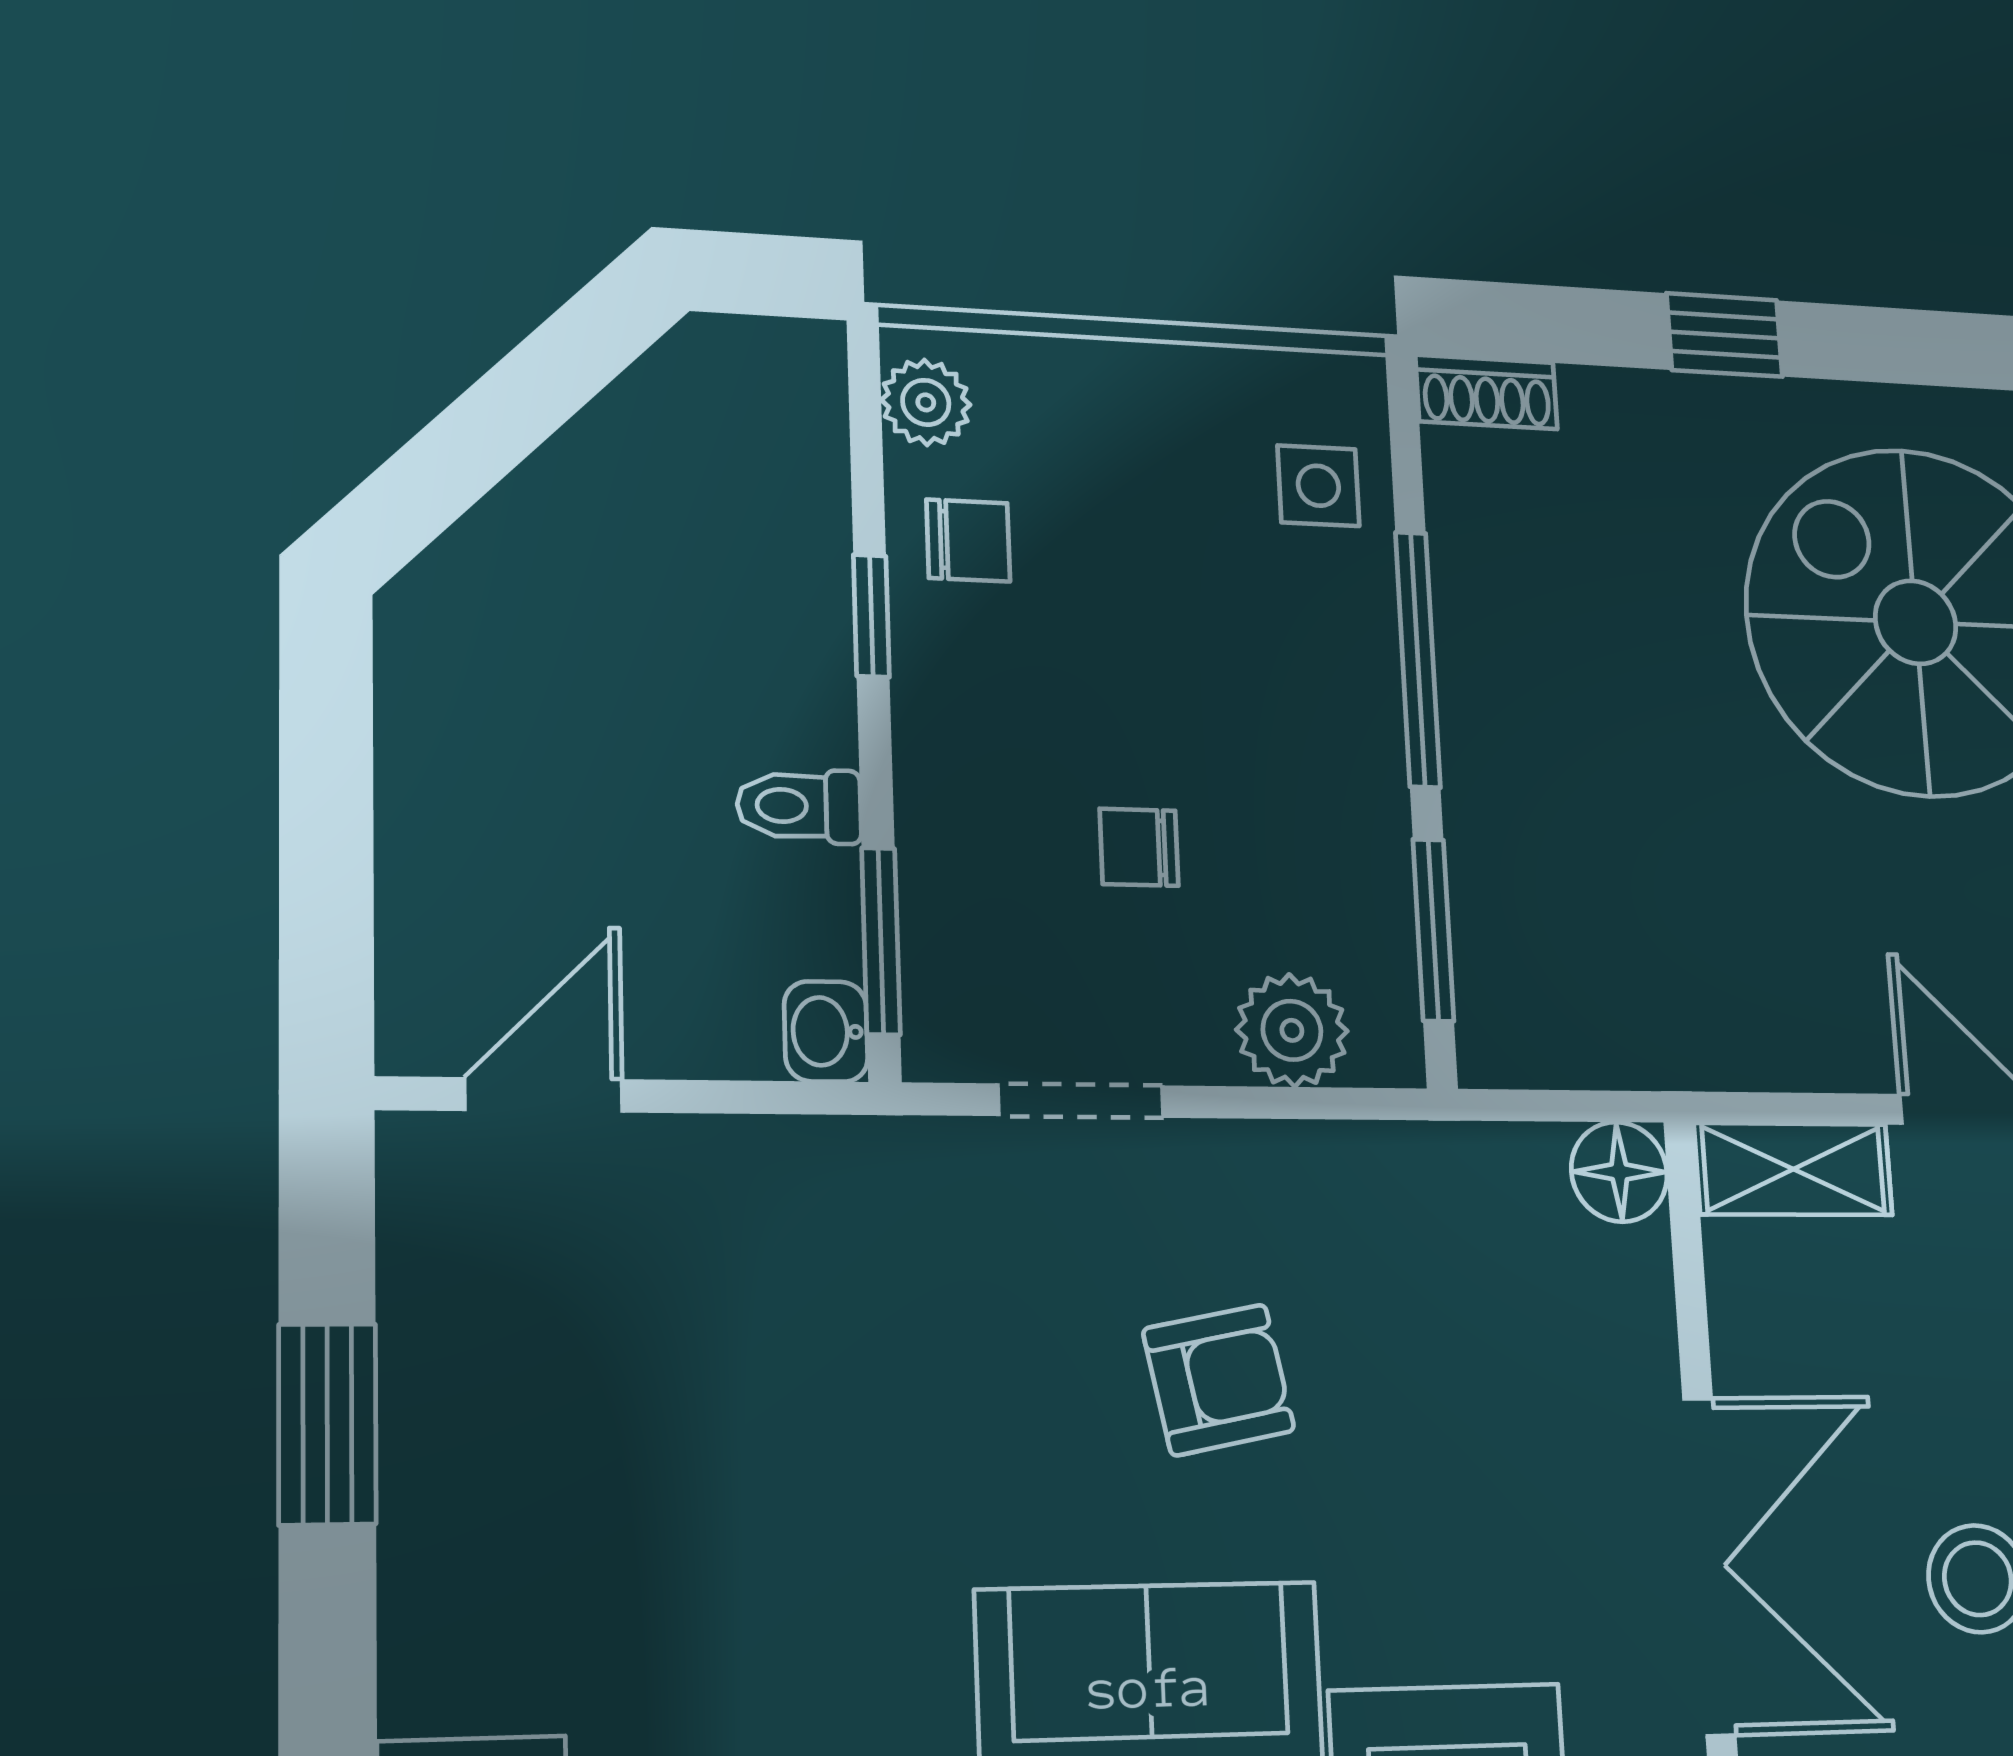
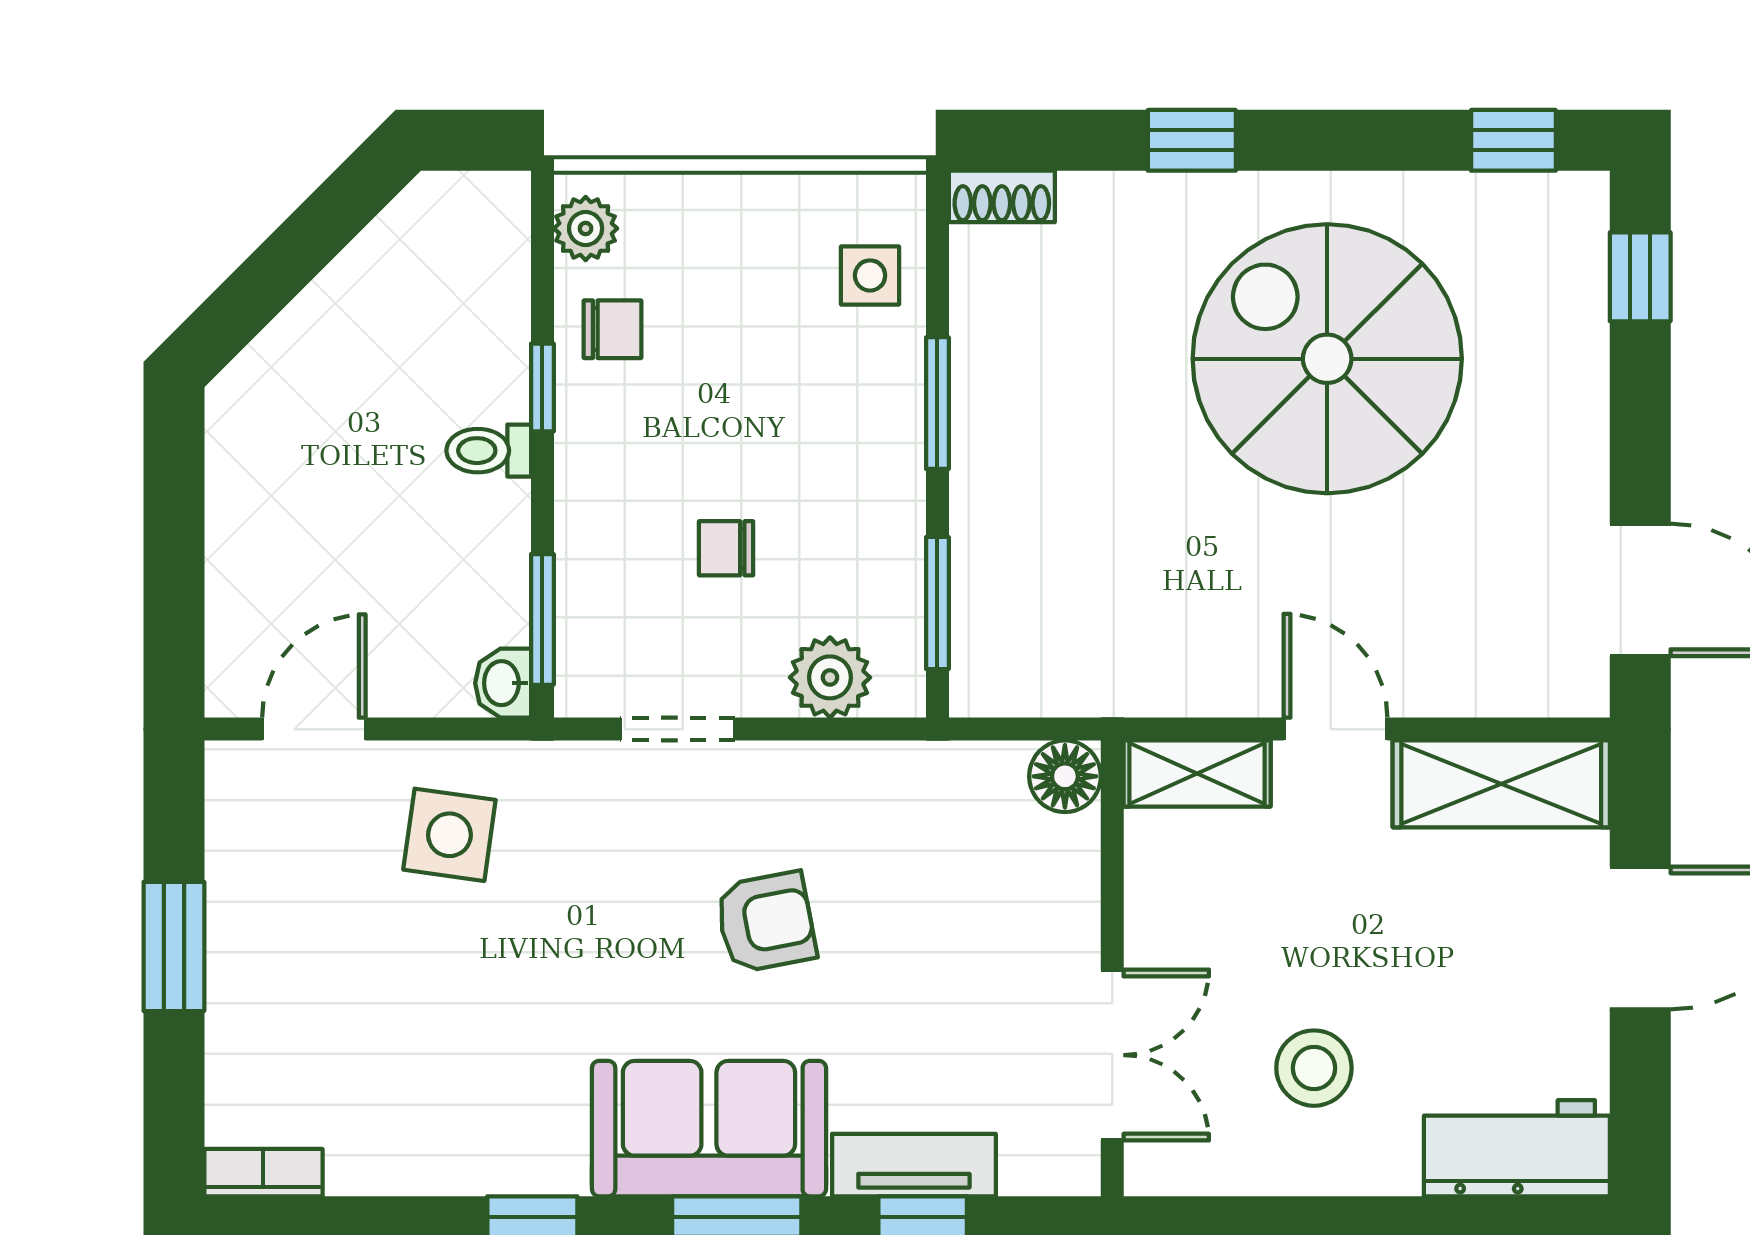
window: (1418, 659) -> (937, 403), width x0.69
toilet: (799, 806) -> (489, 451), moved
side table: (752, 1253) -> (449, 835), added
double door: (1709, 1566) -> (1112, 1055), width x0.73

